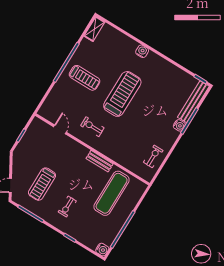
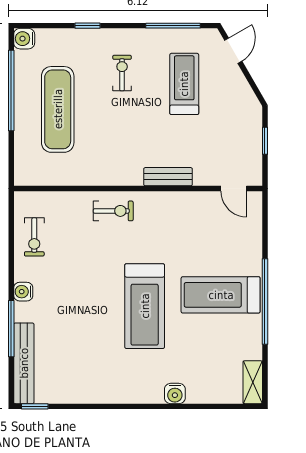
water cooler: (142, 51) -> (175, 393), moved
treadmill: (85, 78) -> (221, 295), width x1.37, depth x1.38
water cooler: (179, 125) -> (23, 292), moved
exercise bike: (92, 127) -> (113, 211), moved
door: (60, 129) -> (234, 189), moved
bench: (100, 161) -> (168, 177), moved
exercise mat: (112, 193) -> (58, 109), moved

